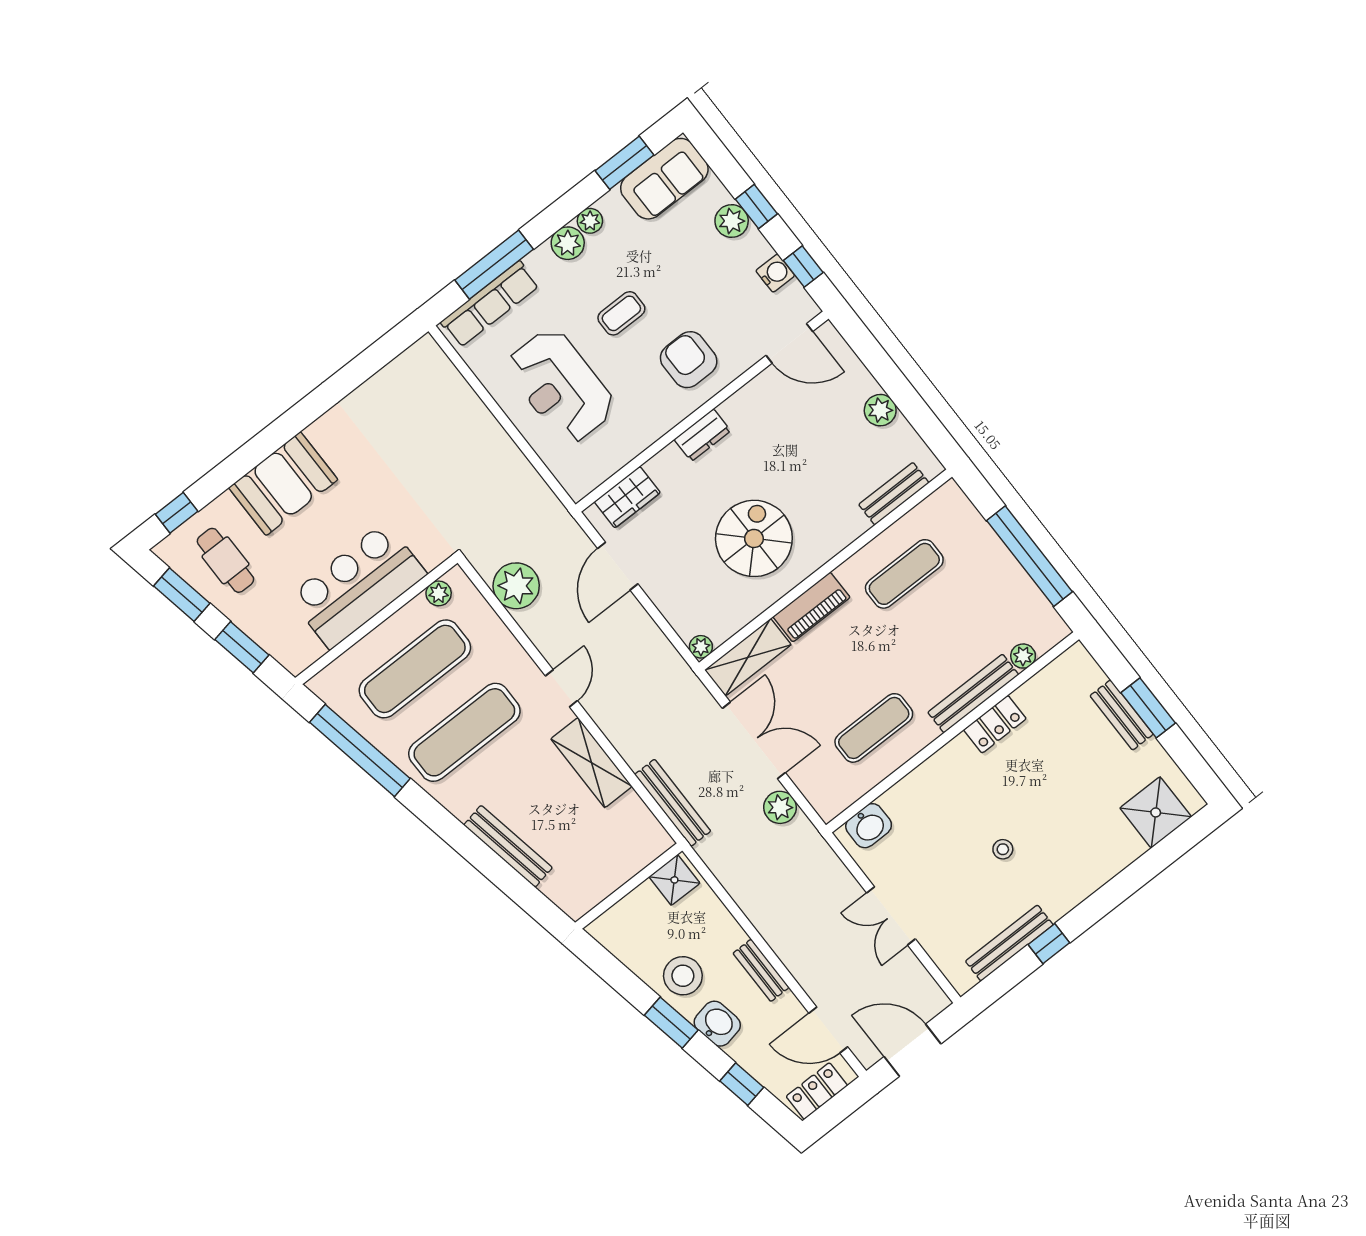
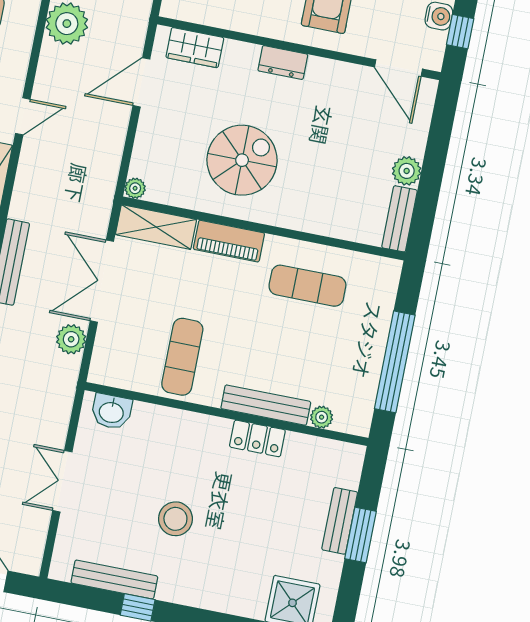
bench: (894, 494) -> (400, 219), moved, turned 90
exercise mat: (874, 728) -> (182, 357), turned 90
double door: (754, 740) -> (102, 281), swing flipped
stool: (1003, 849) -> (175, 519), width x1.89, depth x1.89

